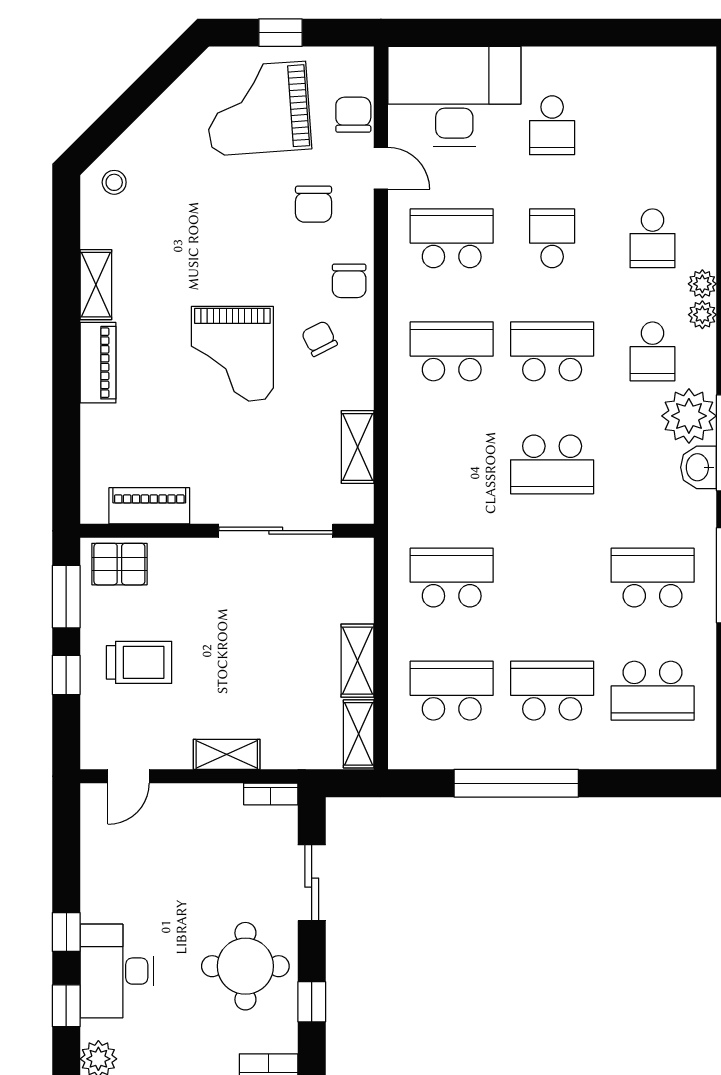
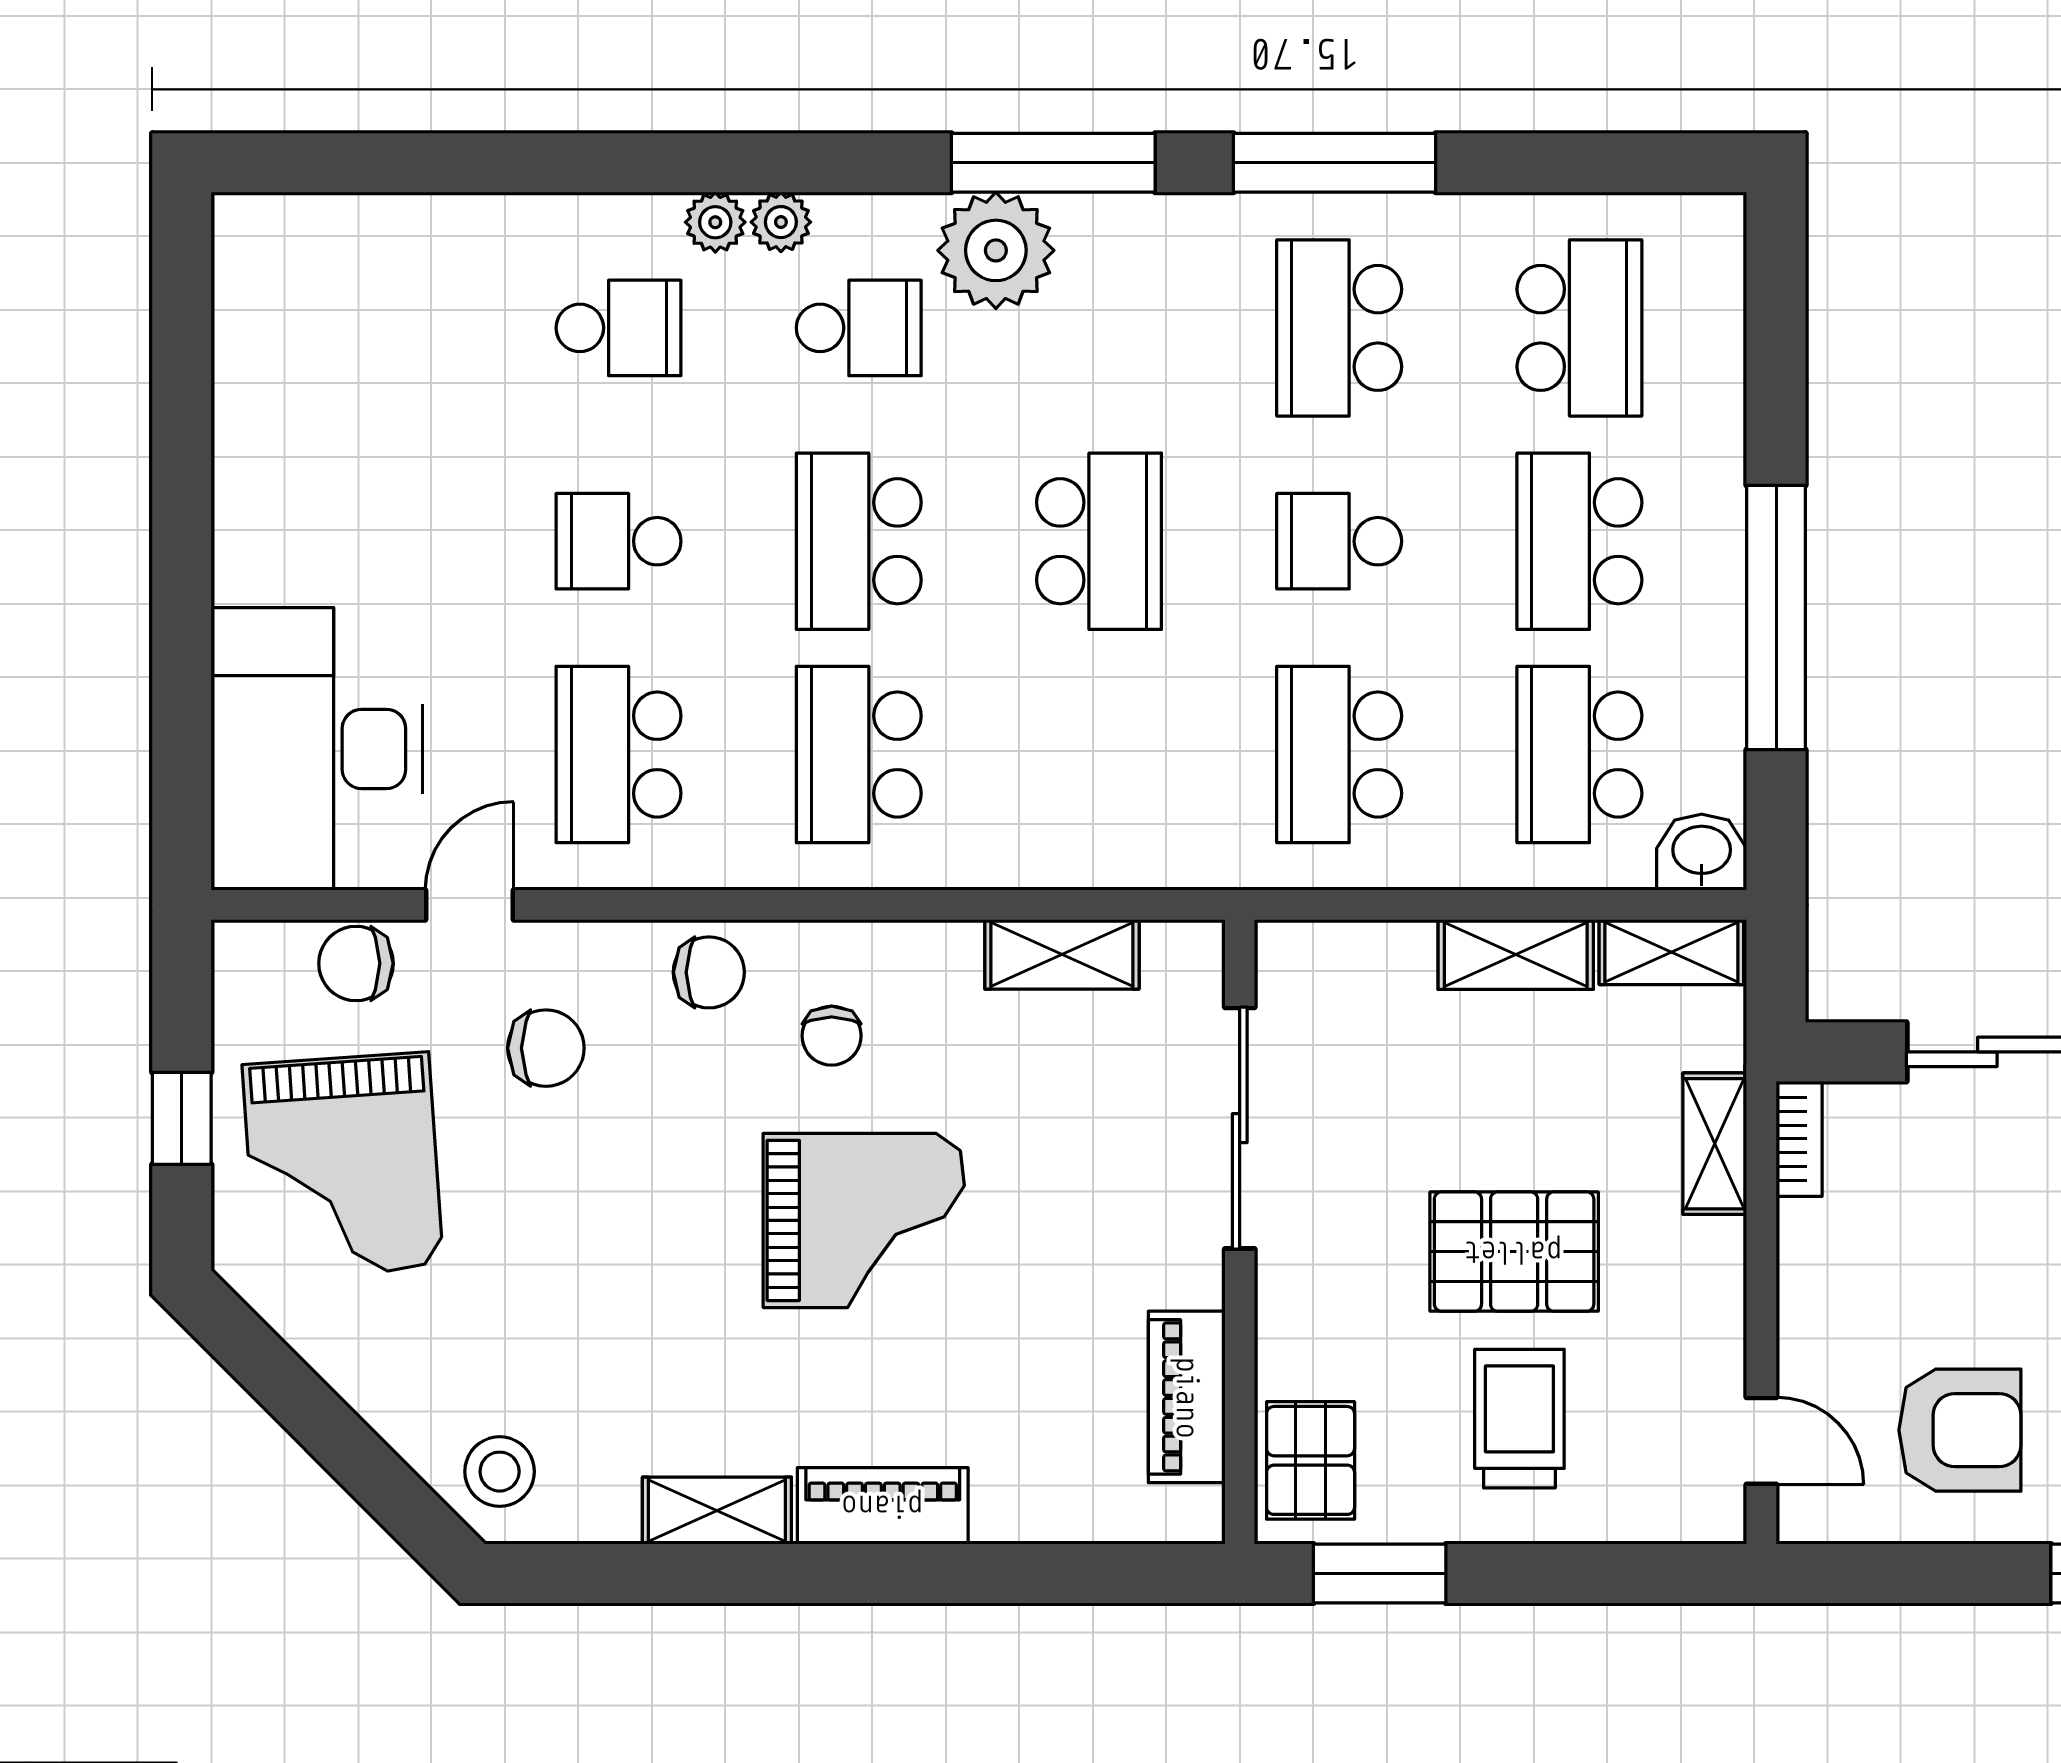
school desk: (552, 125) -> (1339, 541), moved, turned 180
stool: (114, 182) -> (500, 1472), width x1.37, depth x1.37
chair: (319, 339) -> (832, 1036), turned -63
washbasin: (698, 467) -> (1702, 852), moved, turned 180
pallet: (218, 660) -> (1514, 1252), added
window: (66, 675) -> (1546, 1574), removed
shelving: (227, 754) -> (1715, 1144), moved
armchair: (134, 870) -> (1960, 1430), added

